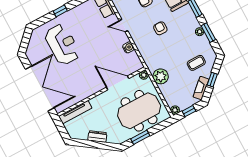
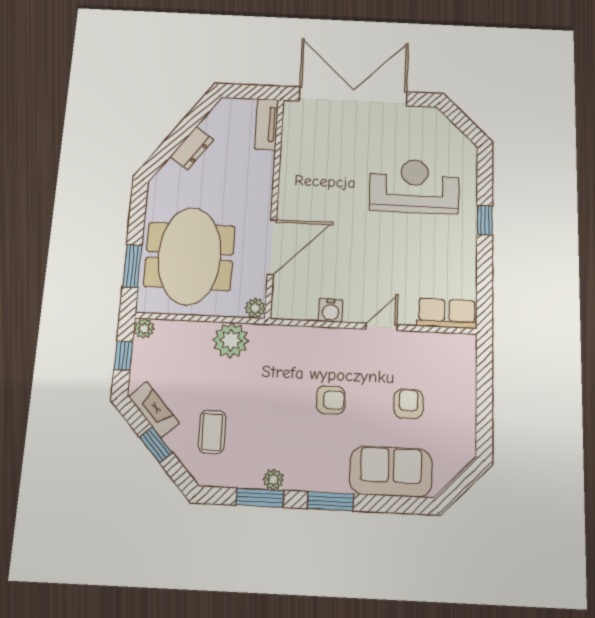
reception desk: (62, 44) -> (414, 186), turned 180
double door: (40, 88) -> (353, 96), swing flipped
tv unit: (75, 112) -> (267, 124), width x0.71
window: (140, 137) -> (132, 266), moved

